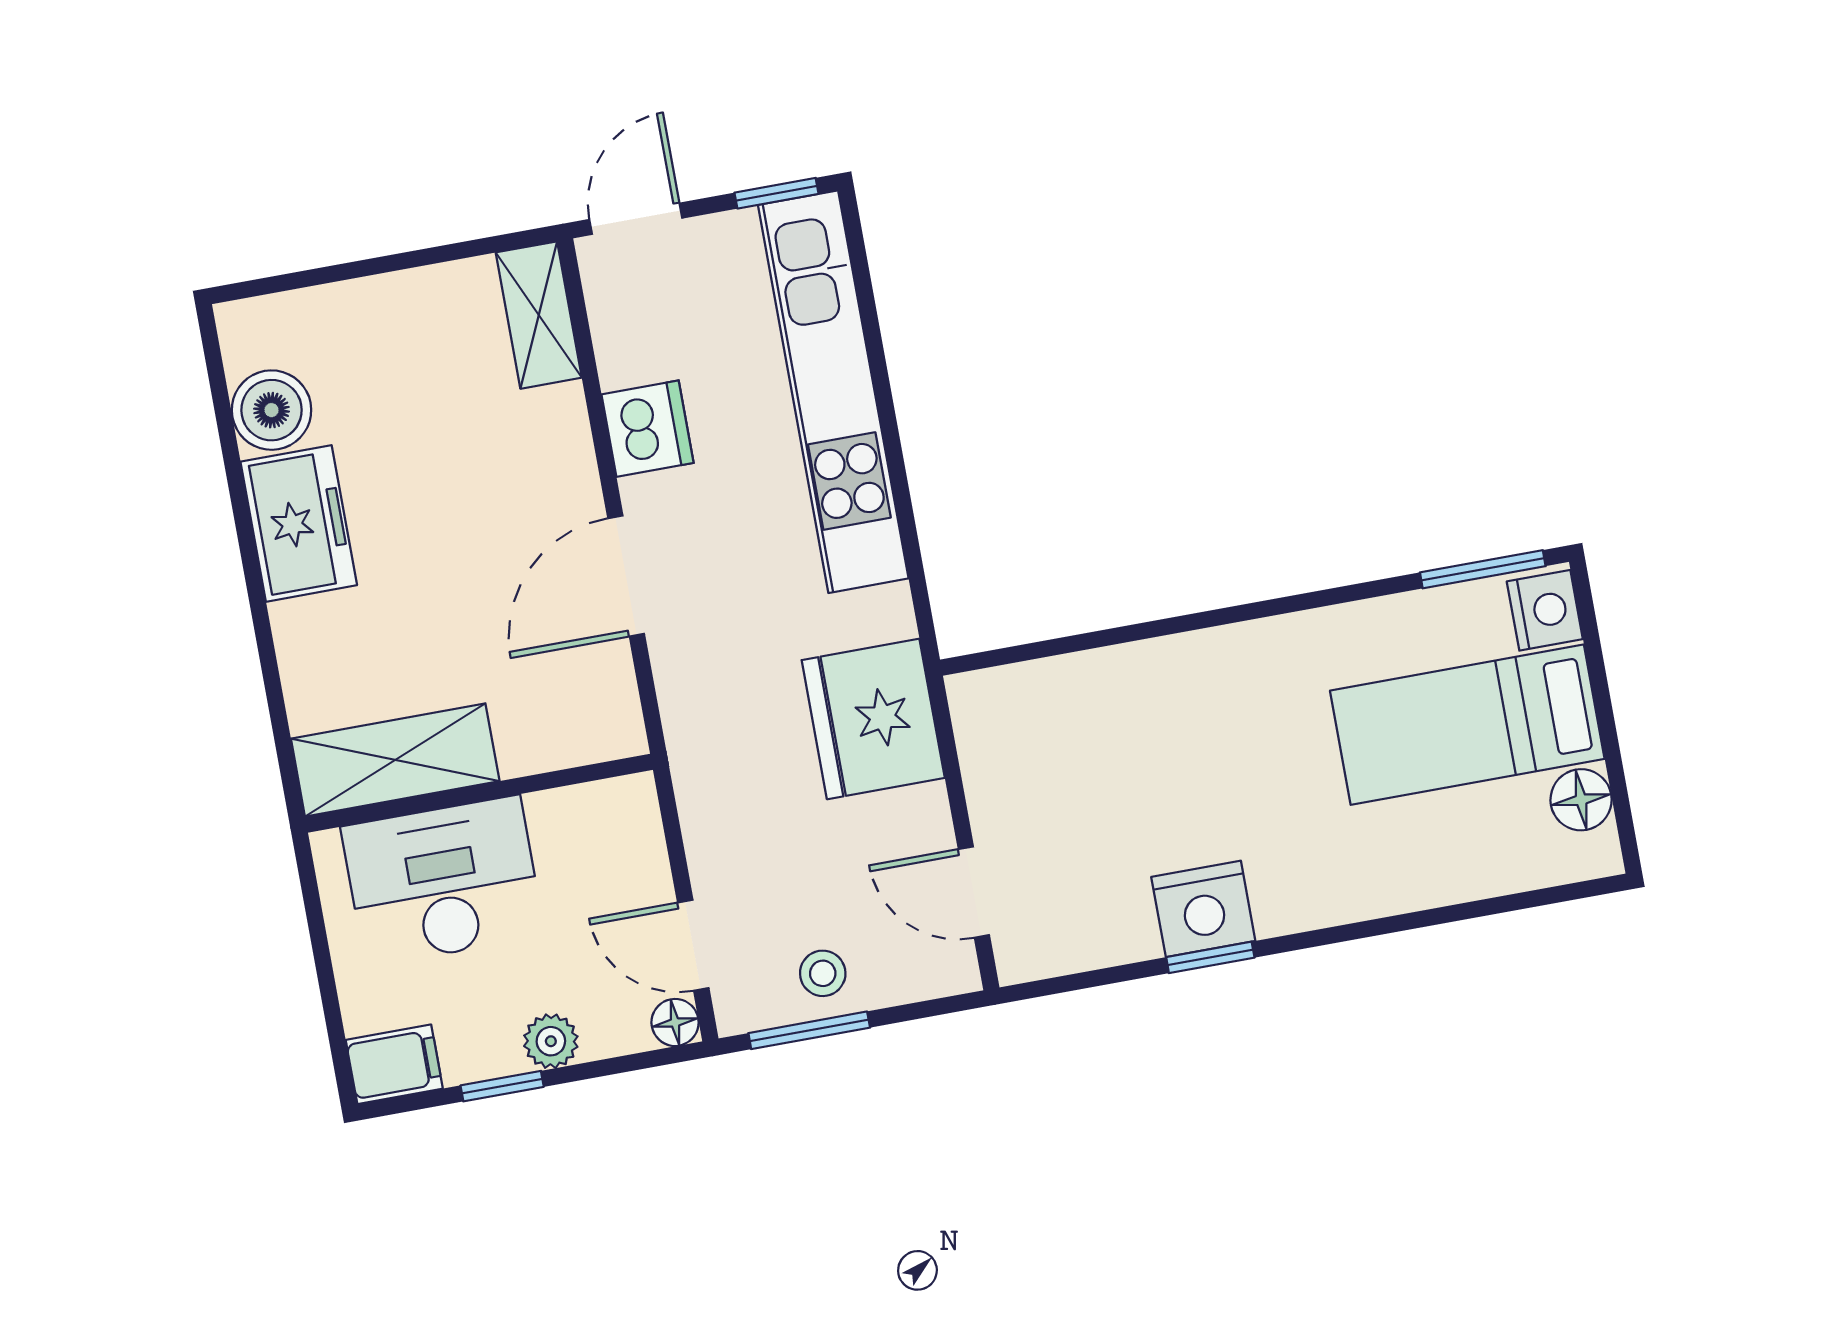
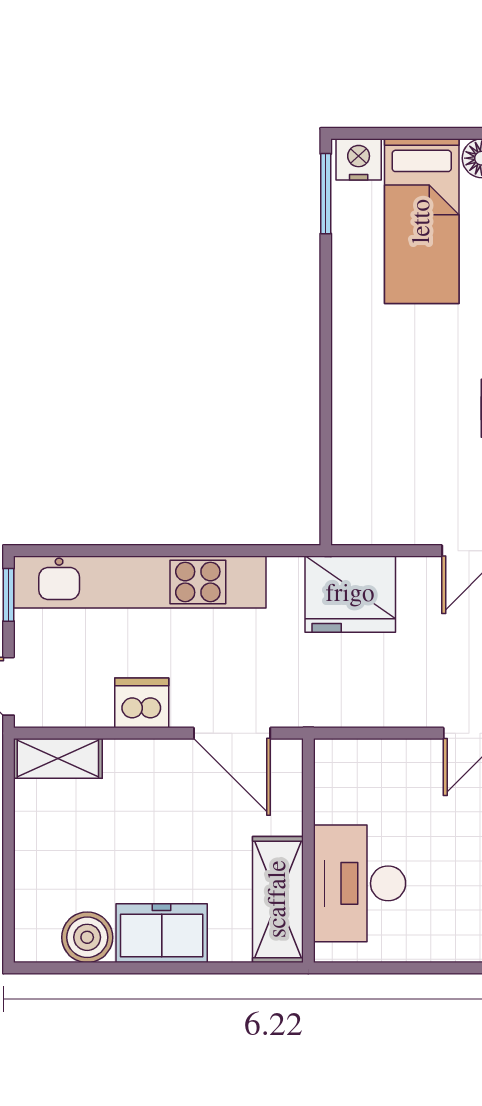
shelving: (395, 760) -> (278, 899), moved
wall: (479, 793) -> (308, 851), moved
desk: (443, 881) -> (360, 883), moved

